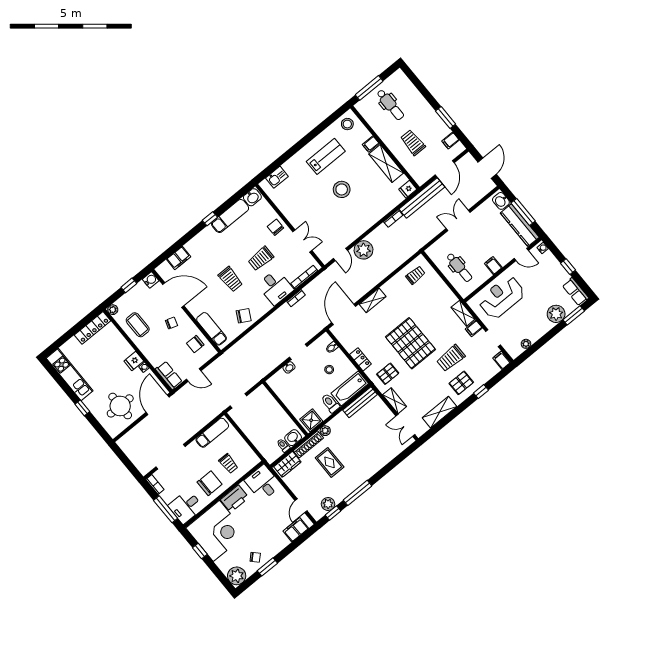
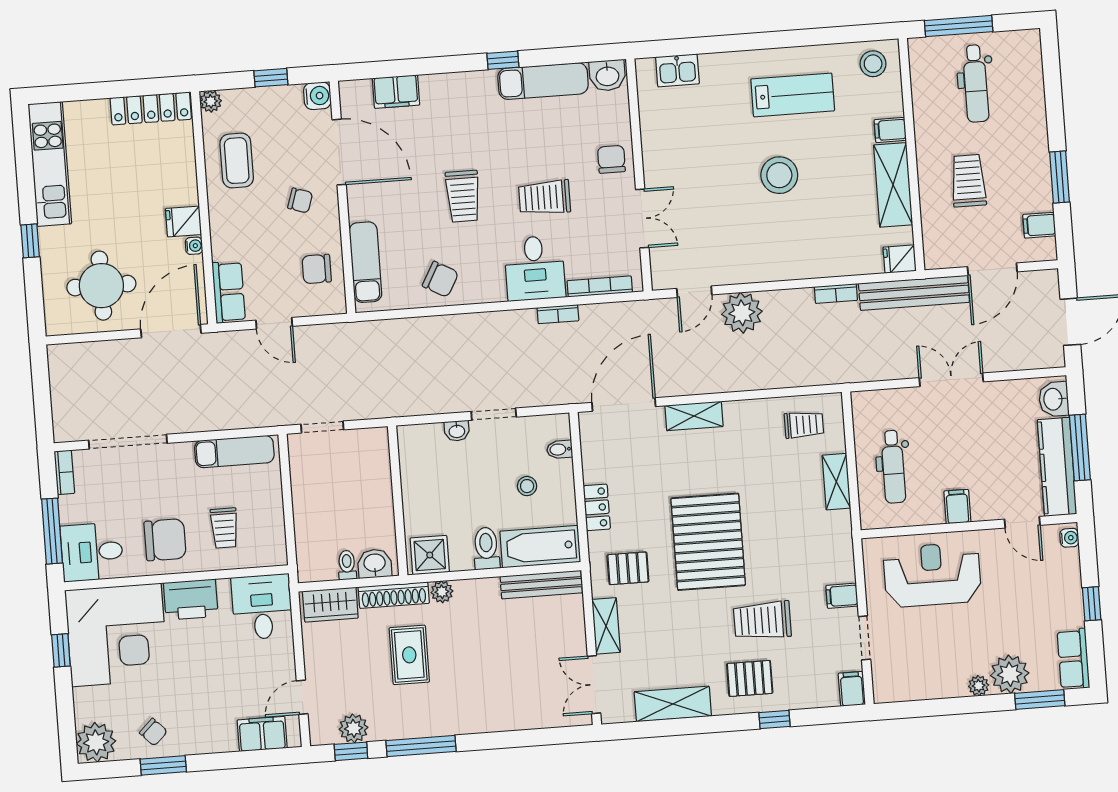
shelving: (463, 313) -> (836, 482), moved
plant: (526, 344) -> (979, 686), moved

